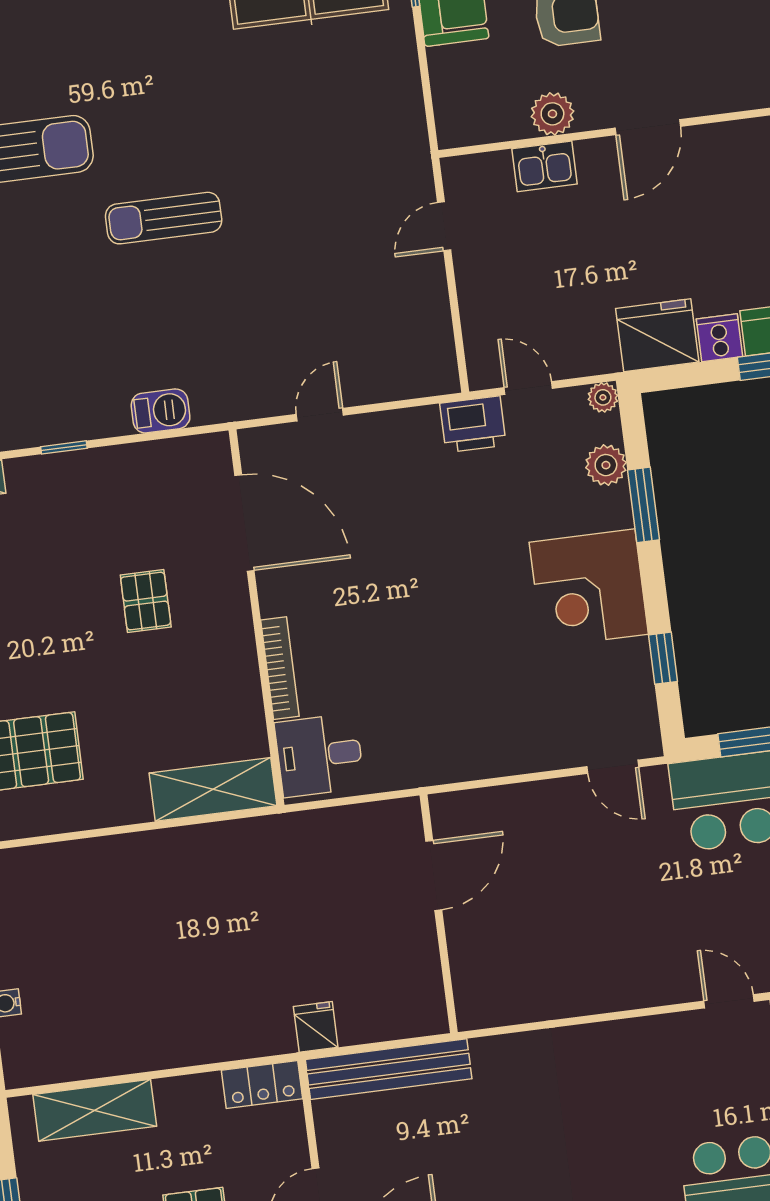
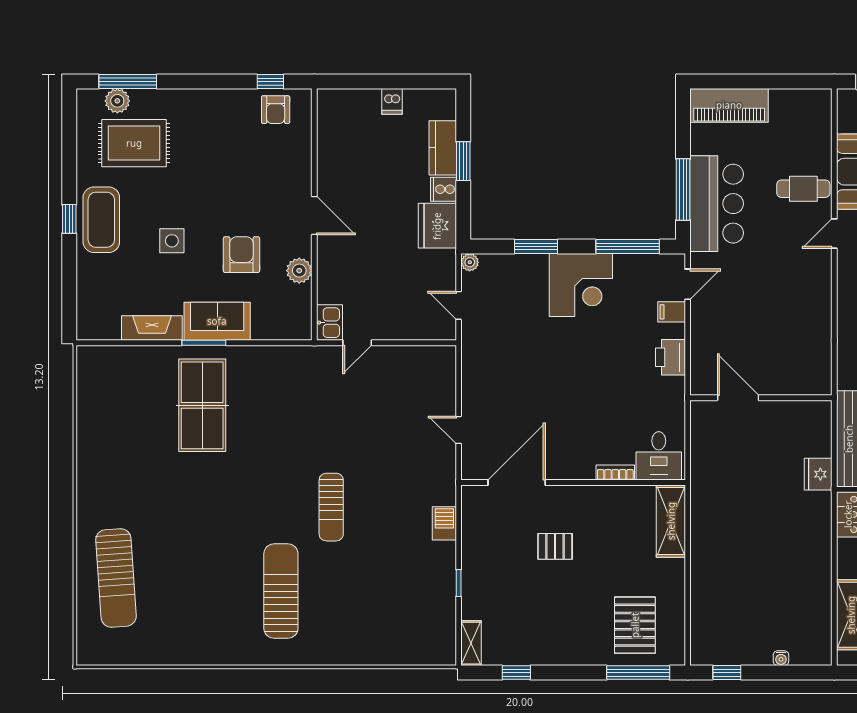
kitchen sink: (545, 166) -> (330, 323), moved
door: (444, 226) -> (357, 343), hinge flipped
door: (528, 388) -> (459, 305), hinge flipped
printer: (473, 424) -> (671, 357), moved, turned 180
plant: (606, 465) -> (510, 266), removed
window: (663, 658) -> (628, 247), width x2.17
bookcase: (280, 668) -> (615, 473), width x0.64
filing cabinet: (563, 746) -> (672, 312), added
fridge: (316, 1027) -> (818, 474), width x1.38

